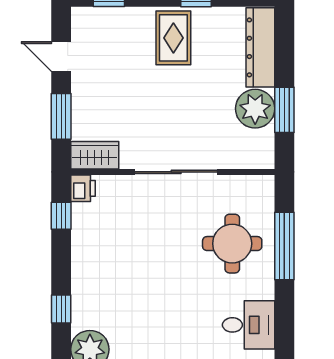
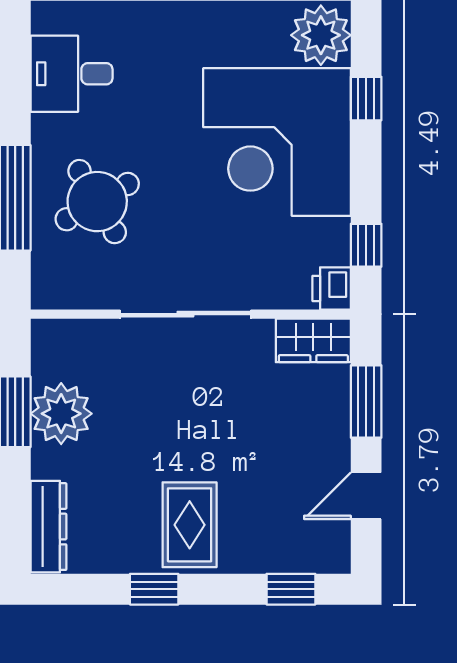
dresser: (260, 47) -> (48, 527), width x0.73, depth x0.80
door: (61, 56) -> (366, 496), swing flipped
round table: (232, 244) -> (97, 202), turned -30
corner desk: (118, 281) -> (277, 142), added

